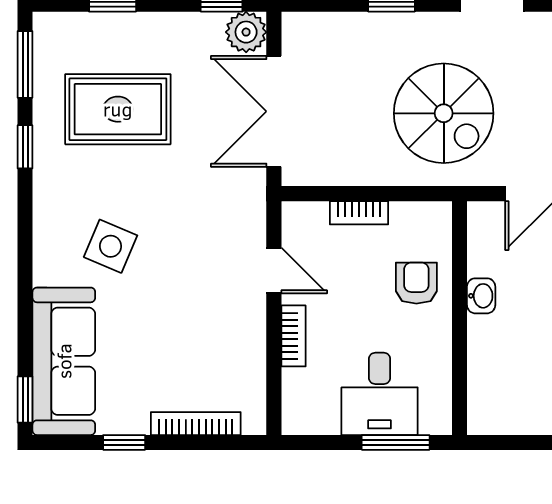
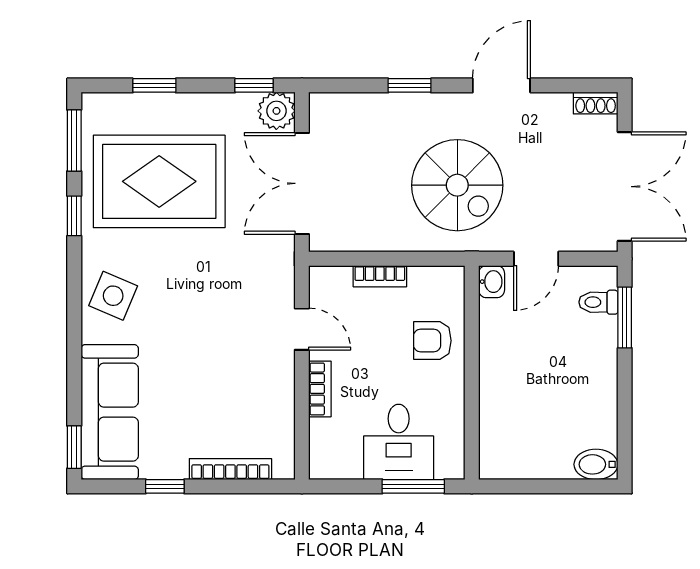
rug: (118, 109) -> (159, 181), width x1.37, depth x1.44
side table: (111, 246) -> (113, 296), moved
armchair: (416, 283) -> (432, 341), turned -90
washbasin: (481, 296) -> (492, 282), moved

